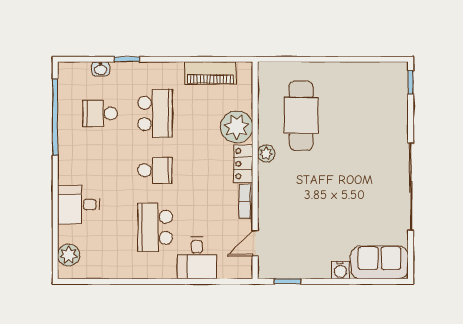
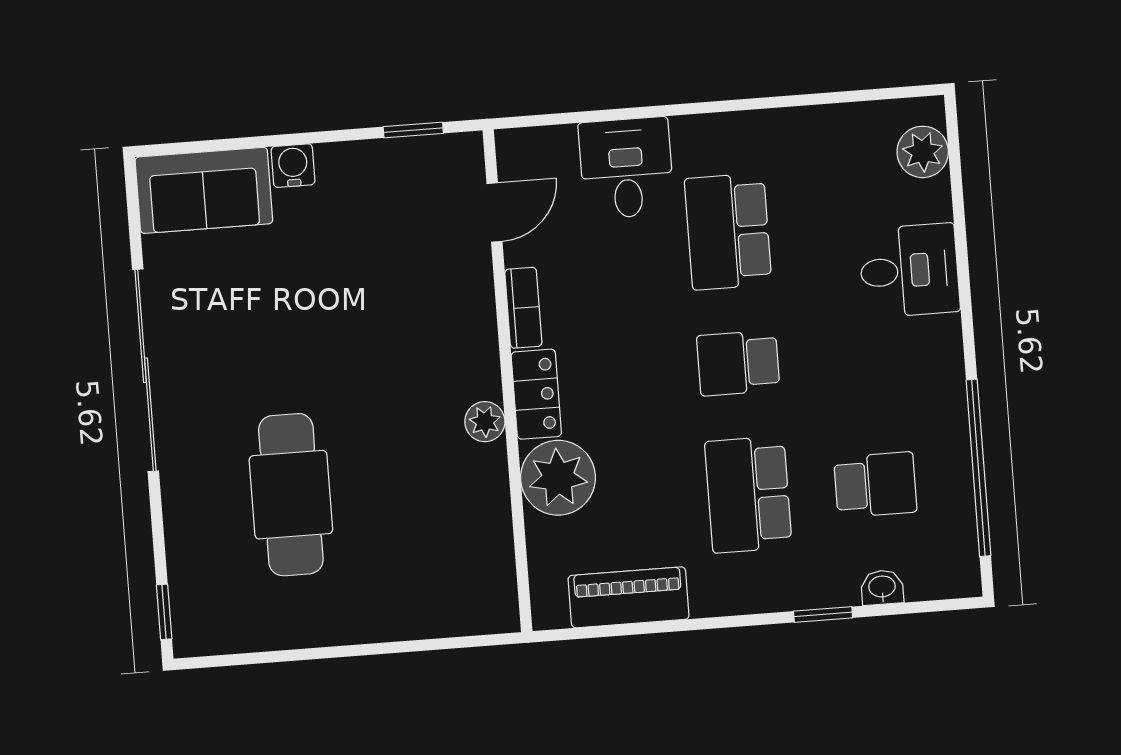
cafe table: (301, 115) -> (291, 495), moved
school desk: (155, 227) -> (728, 232), turned 180

